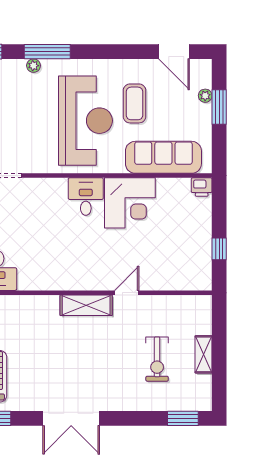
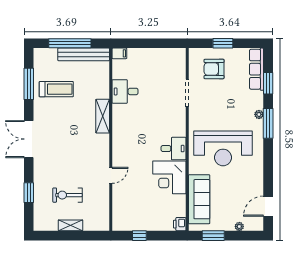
coffee table: (134, 103) -> (234, 180), removed
window: (219, 107) -> (213, 236), moved
door: (127, 293) -> (111, 175), hinge flipped
shelving: (86, 305) -> (103, 116), moved
window: (183, 418) -> (29, 193), moved

